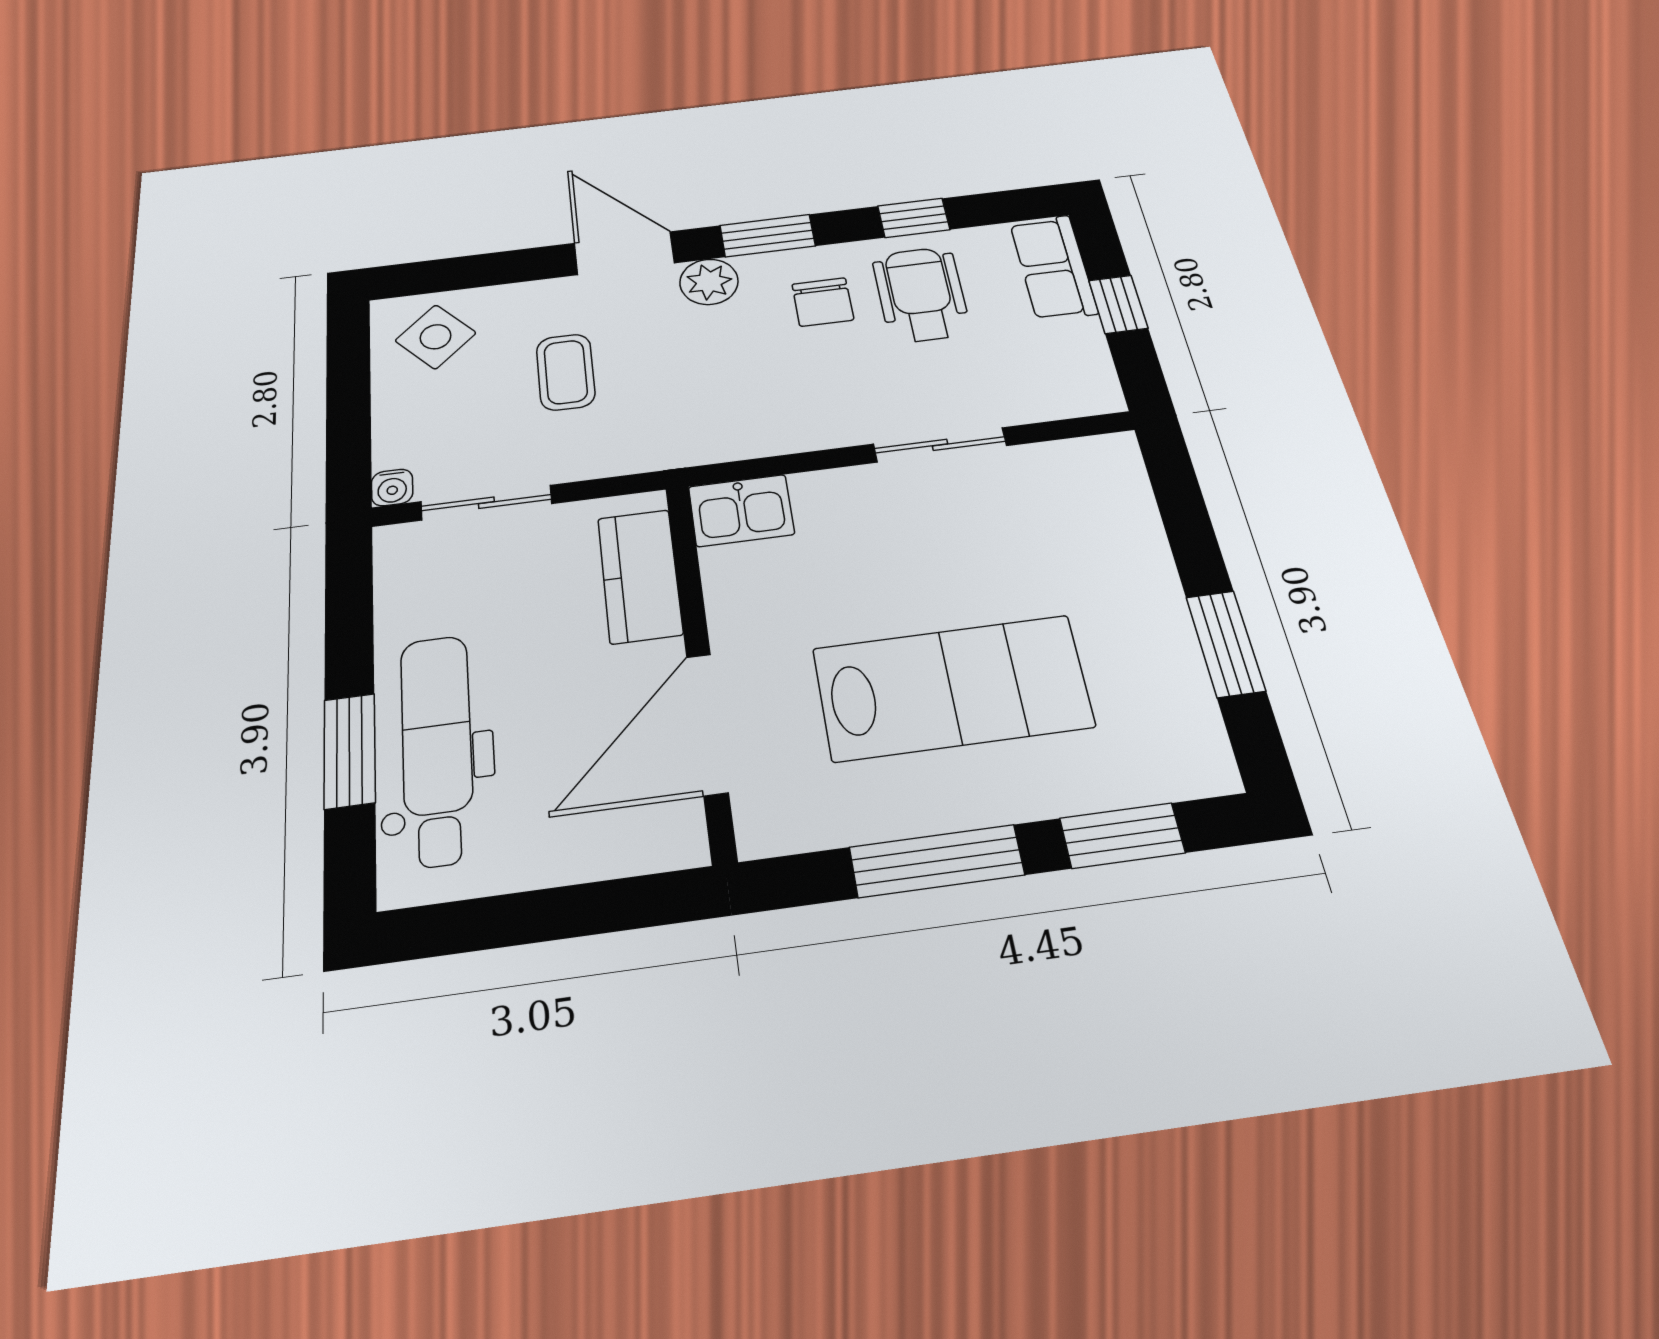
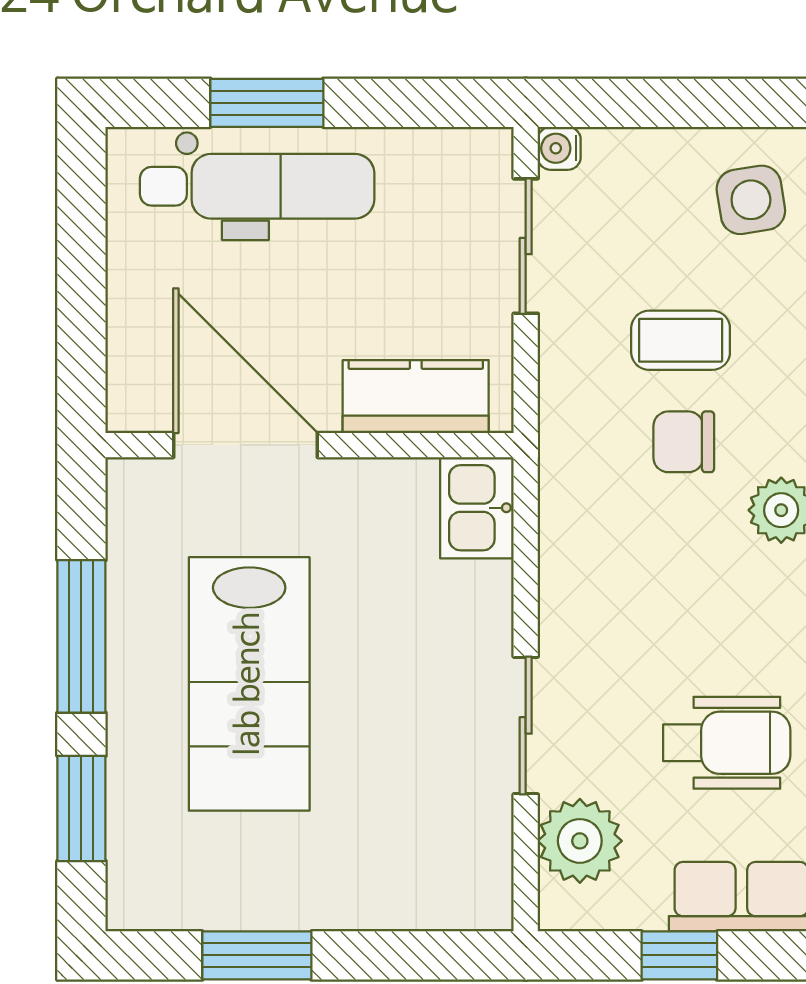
chair: (823, 302) -> (684, 442), moved
side table: (436, 337) -> (751, 200), turned 34
plant: (1036, 390) -> (580, 841), added

